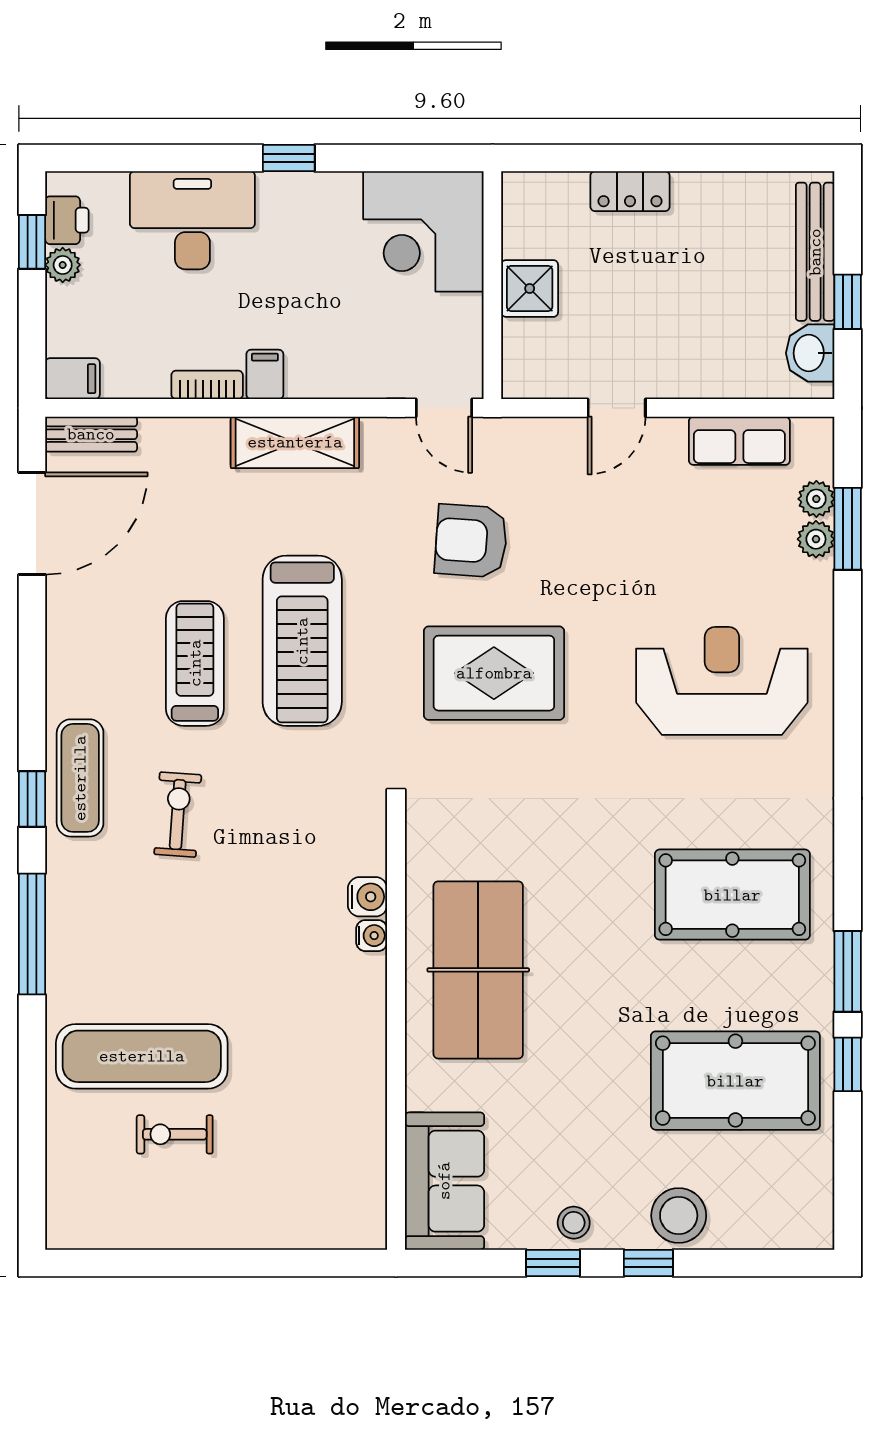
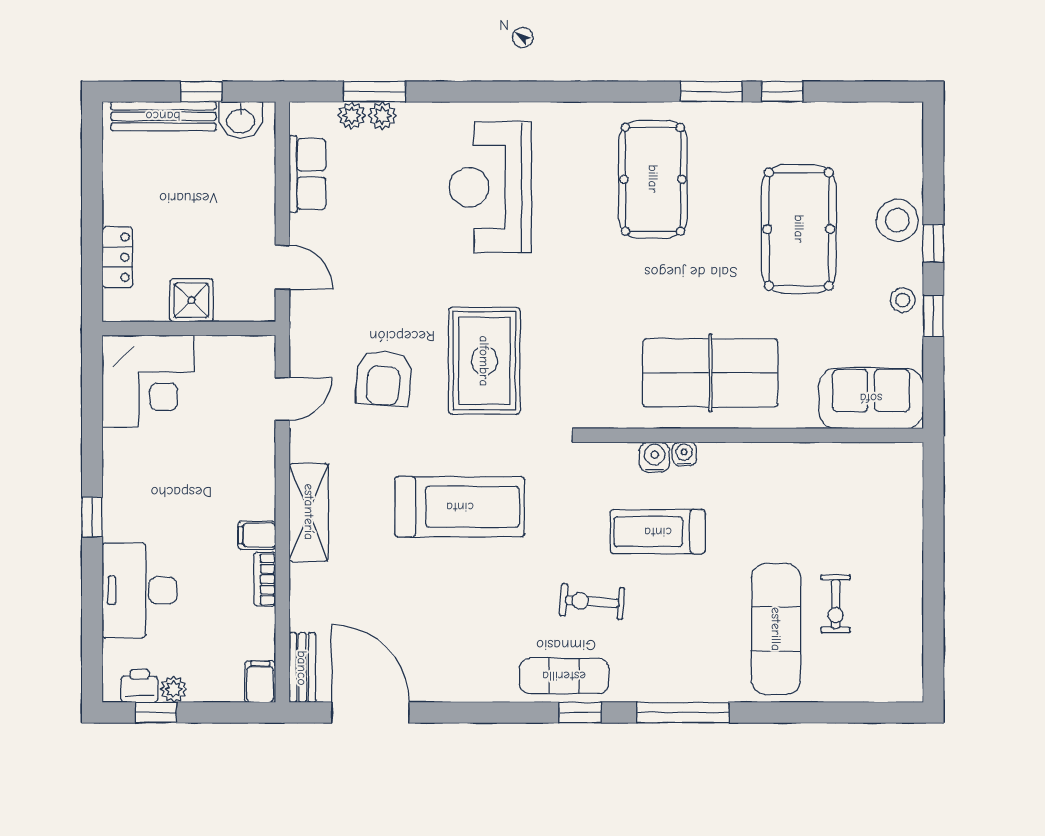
corner desk: (423, 231) -> (148, 381), moved
wall: (492, 285) -> (189, 329), moved
shower: (530, 288) -> (191, 300), moved
treadmill: (195, 663) -> (658, 532), moved
pool table: (735, 1081) -> (799, 229), moved

